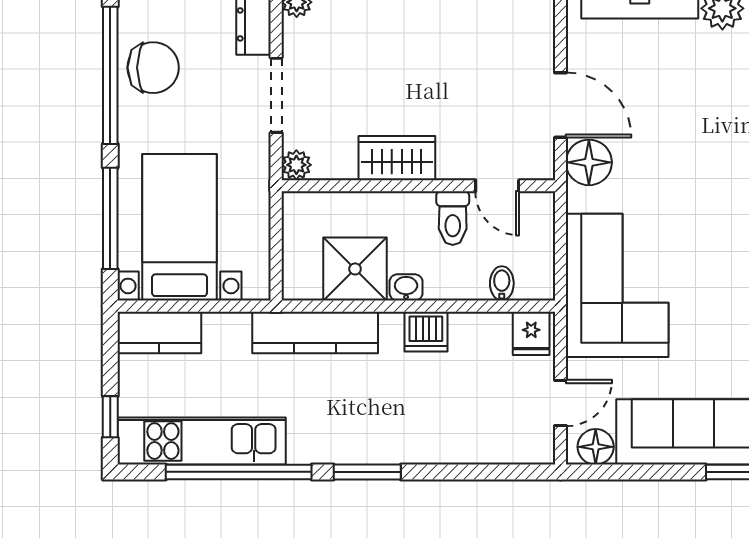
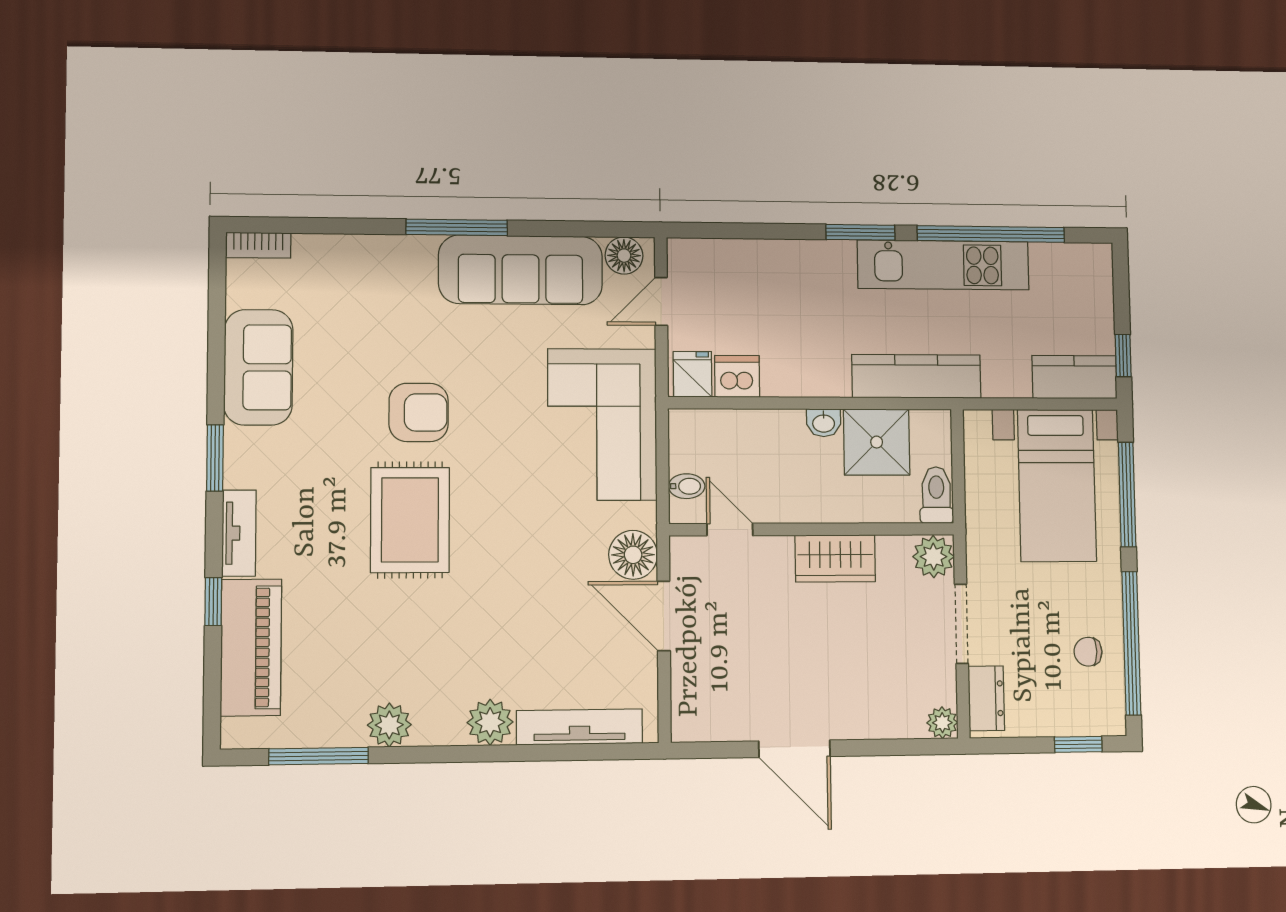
chair: (153, 68) -> (1088, 652), width x0.54, depth x0.54
plant: (296, 165) -> (934, 557), width x1.38, depth x1.38
toilet: (453, 218) -> (936, 495), moved
bidet: (502, 283) -> (687, 486), moved, turned -90
dishwasher: (426, 332) -> (737, 376), moved
window: (110, 417) -> (1123, 356), moved
kitchen unit: (202, 441) -> (943, 265), moved

